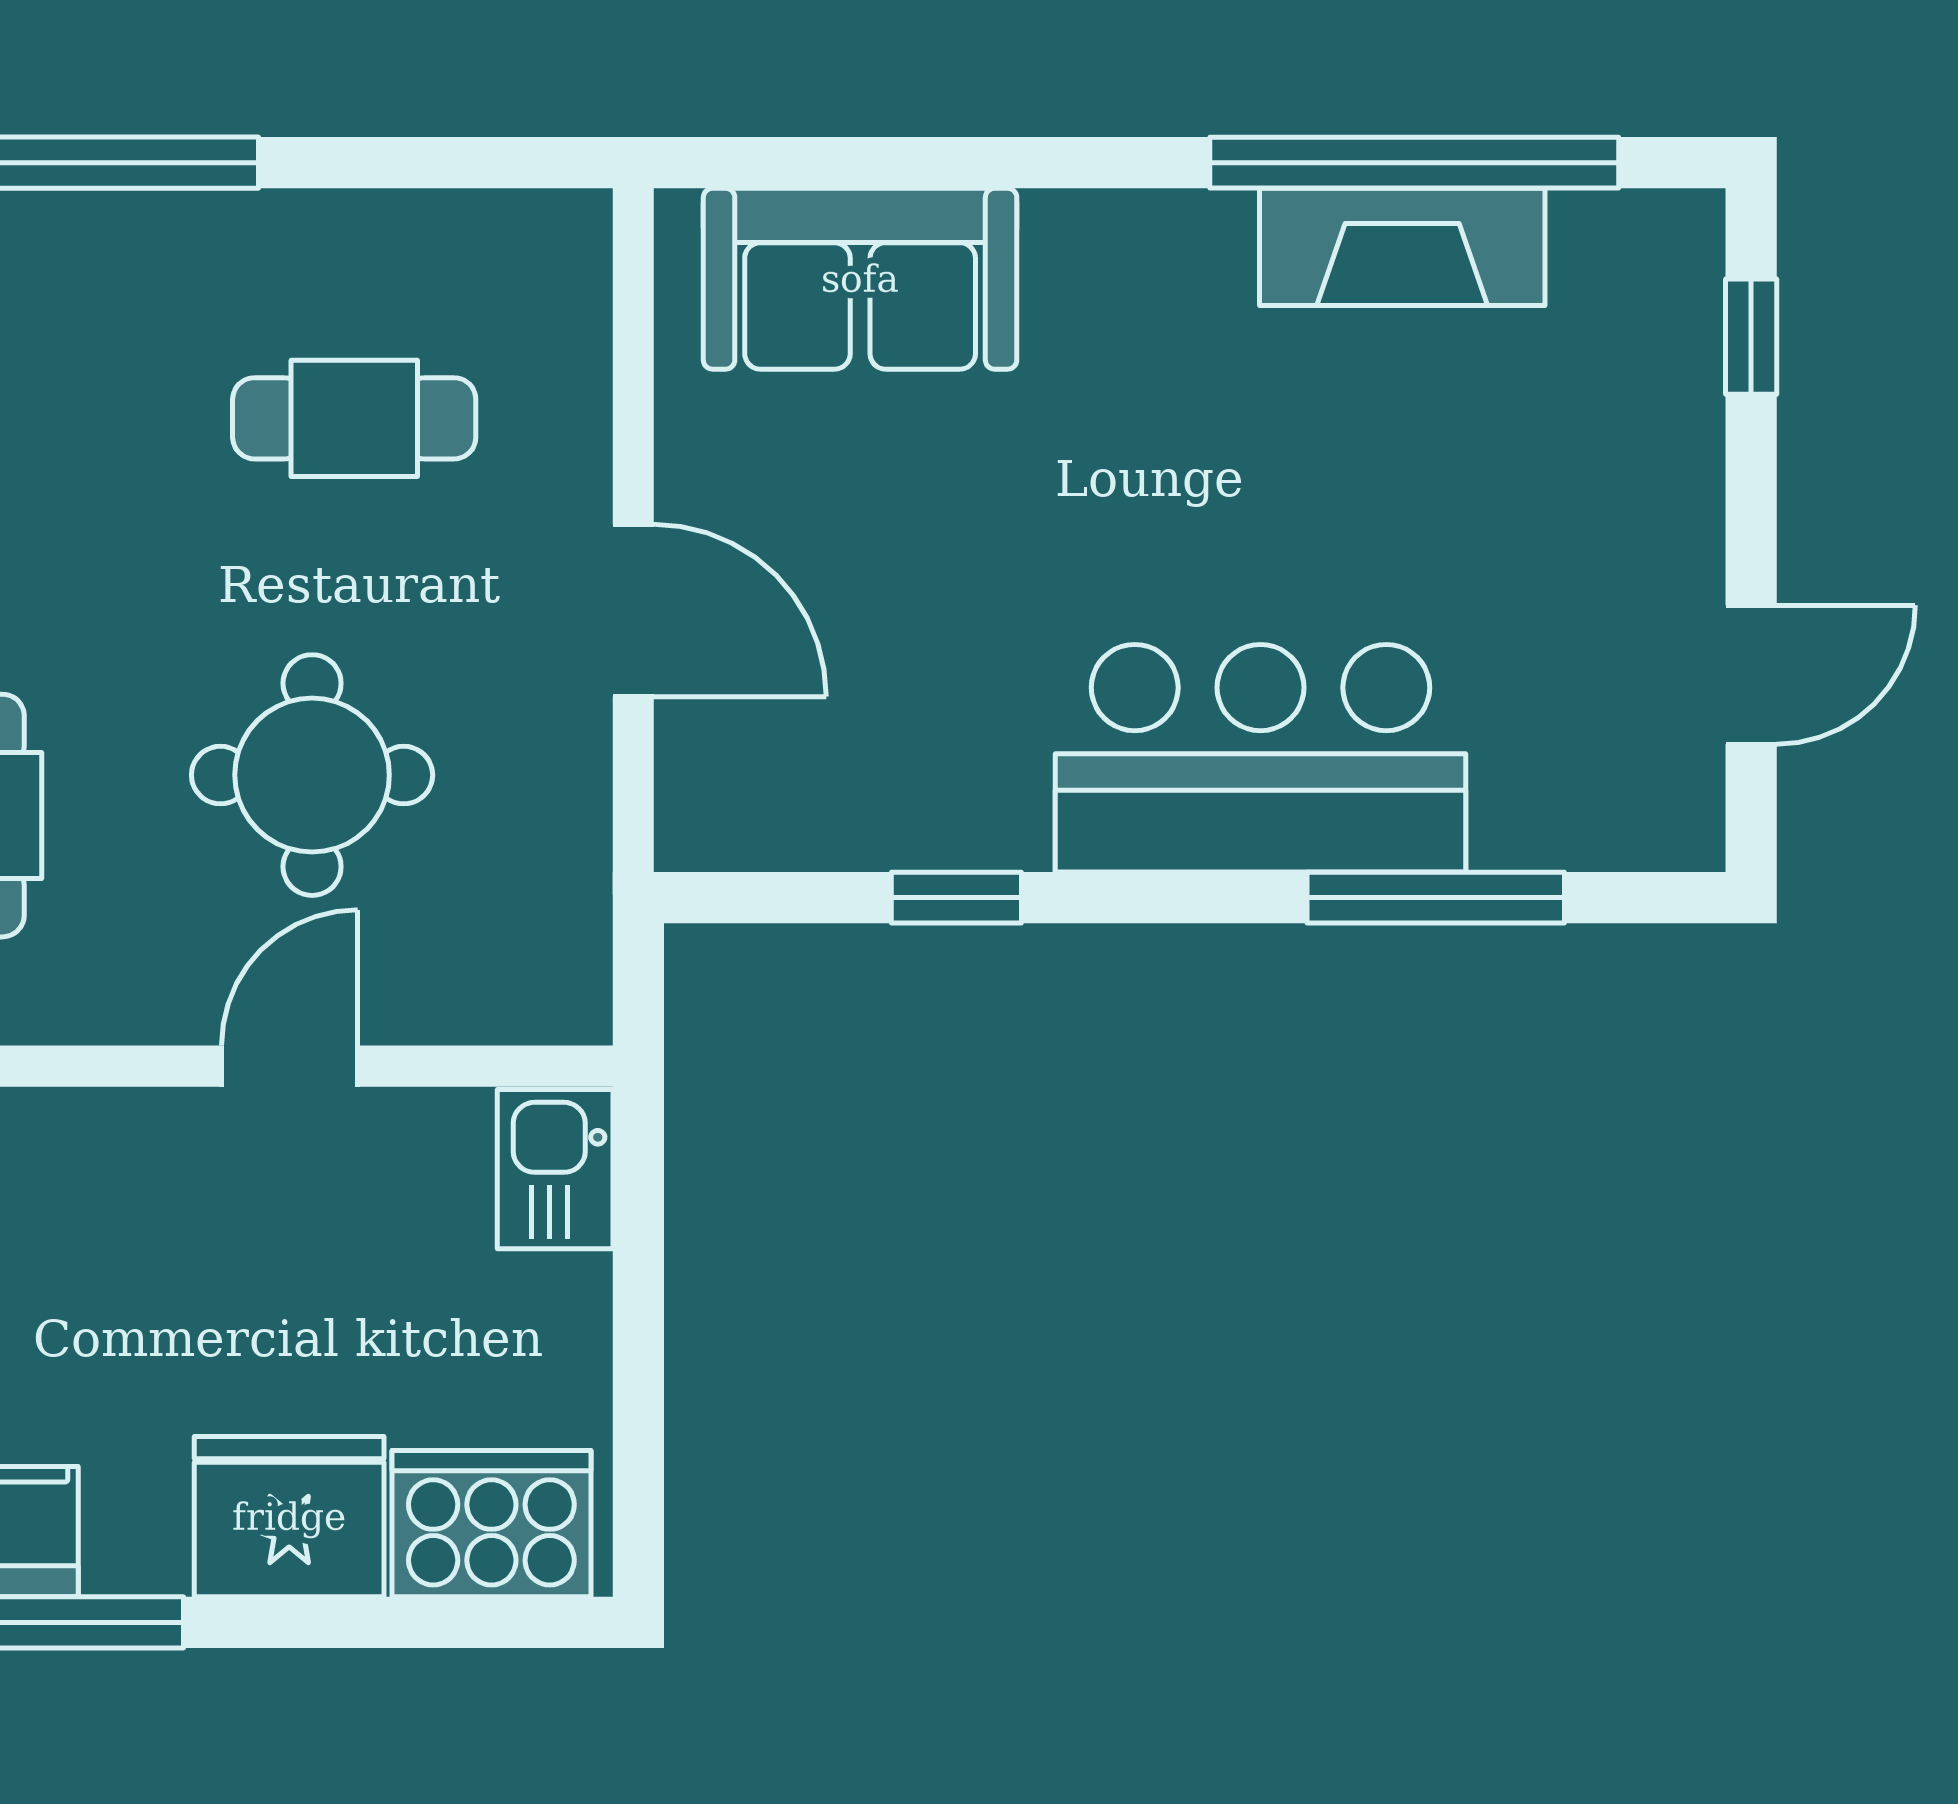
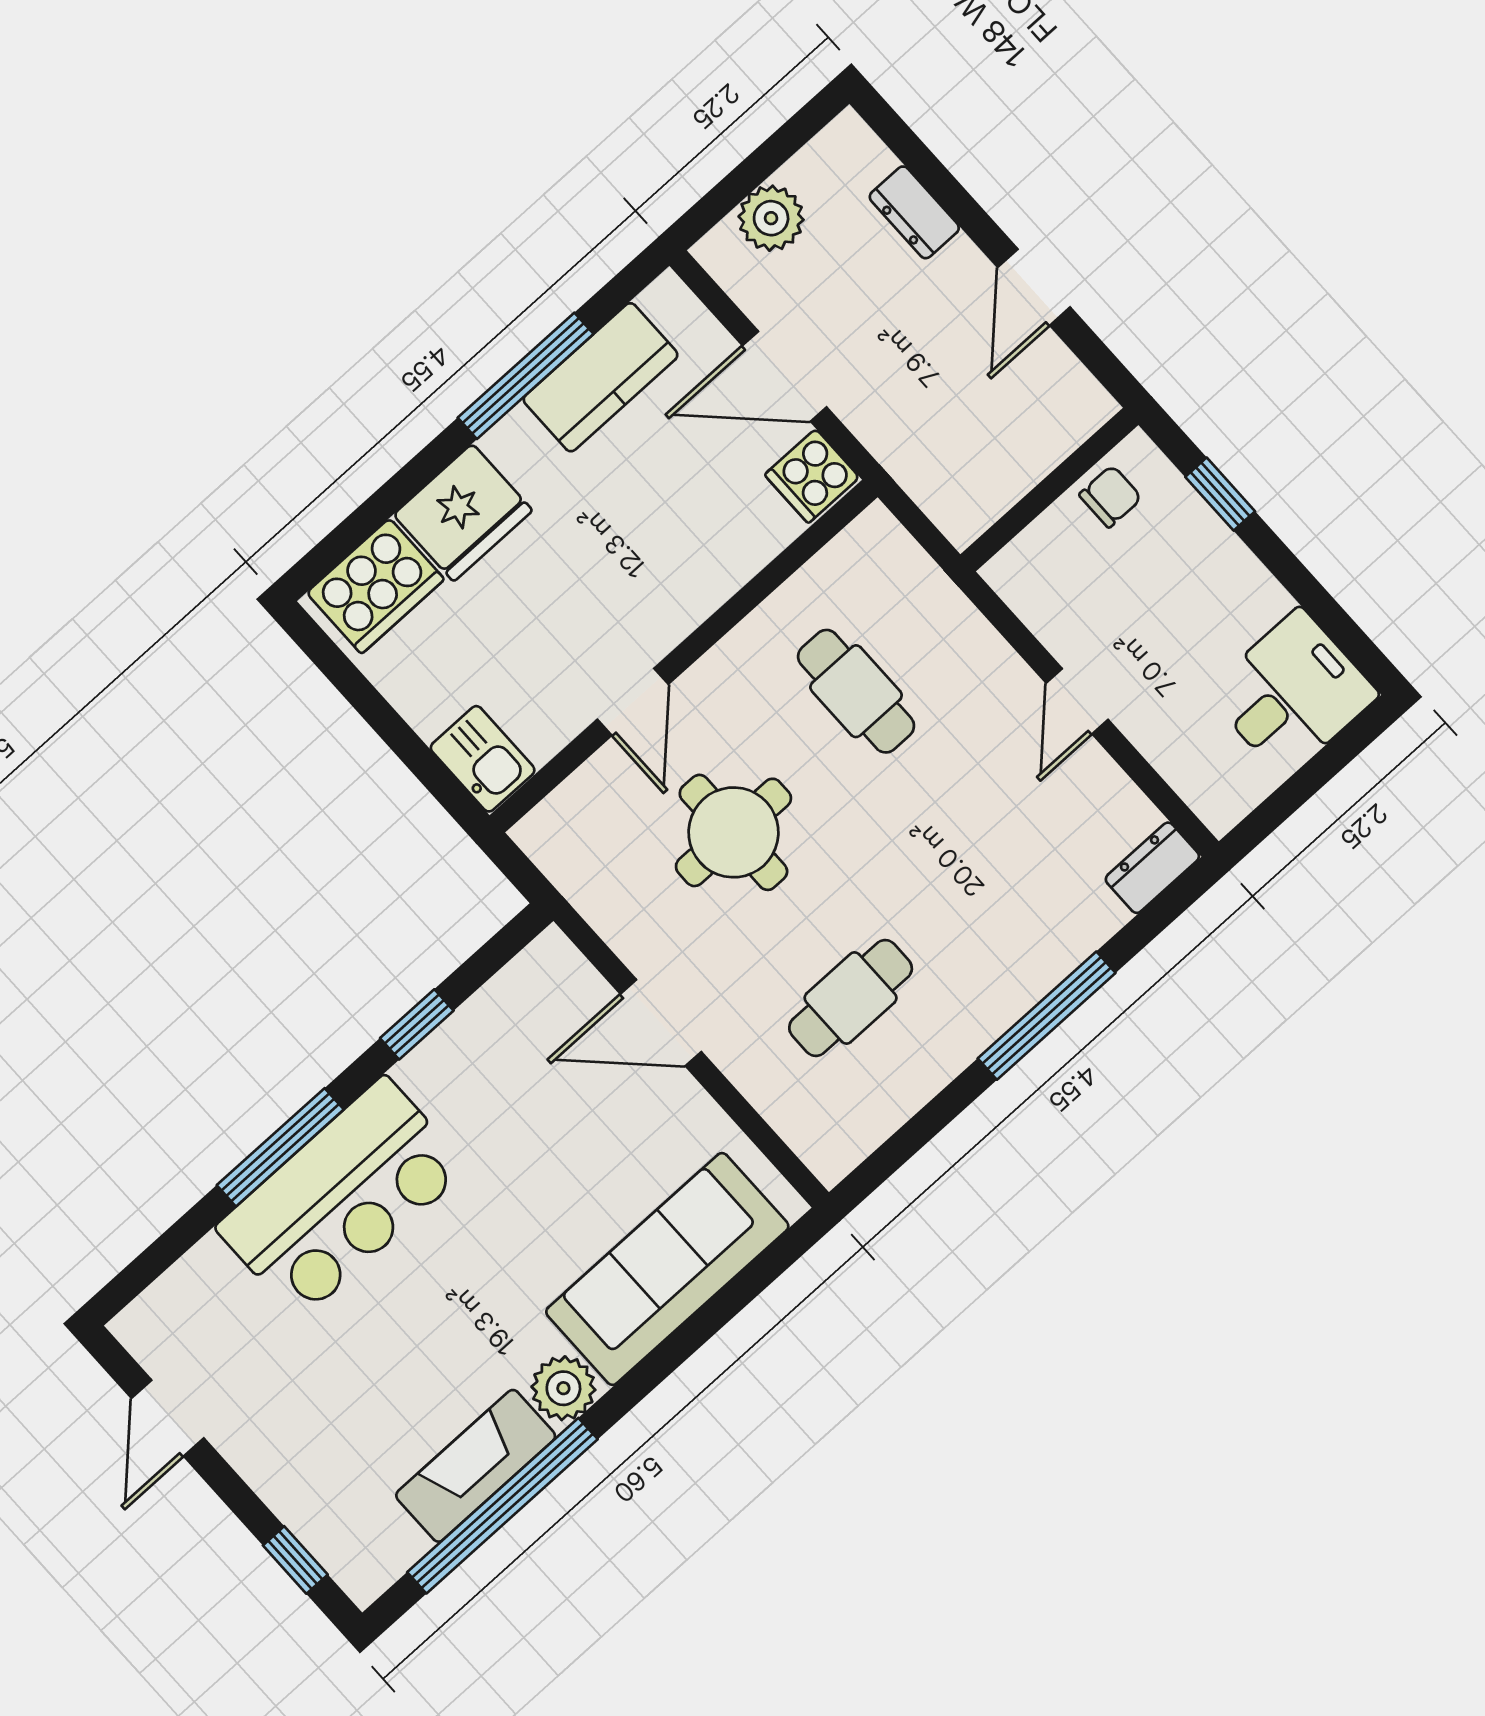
plant: (1195, 245) -> (563, 1388), added
sofa: (860, 279) -> (667, 1269), width x1.36
window: (1436, 898) -> (280, 1147), moved

